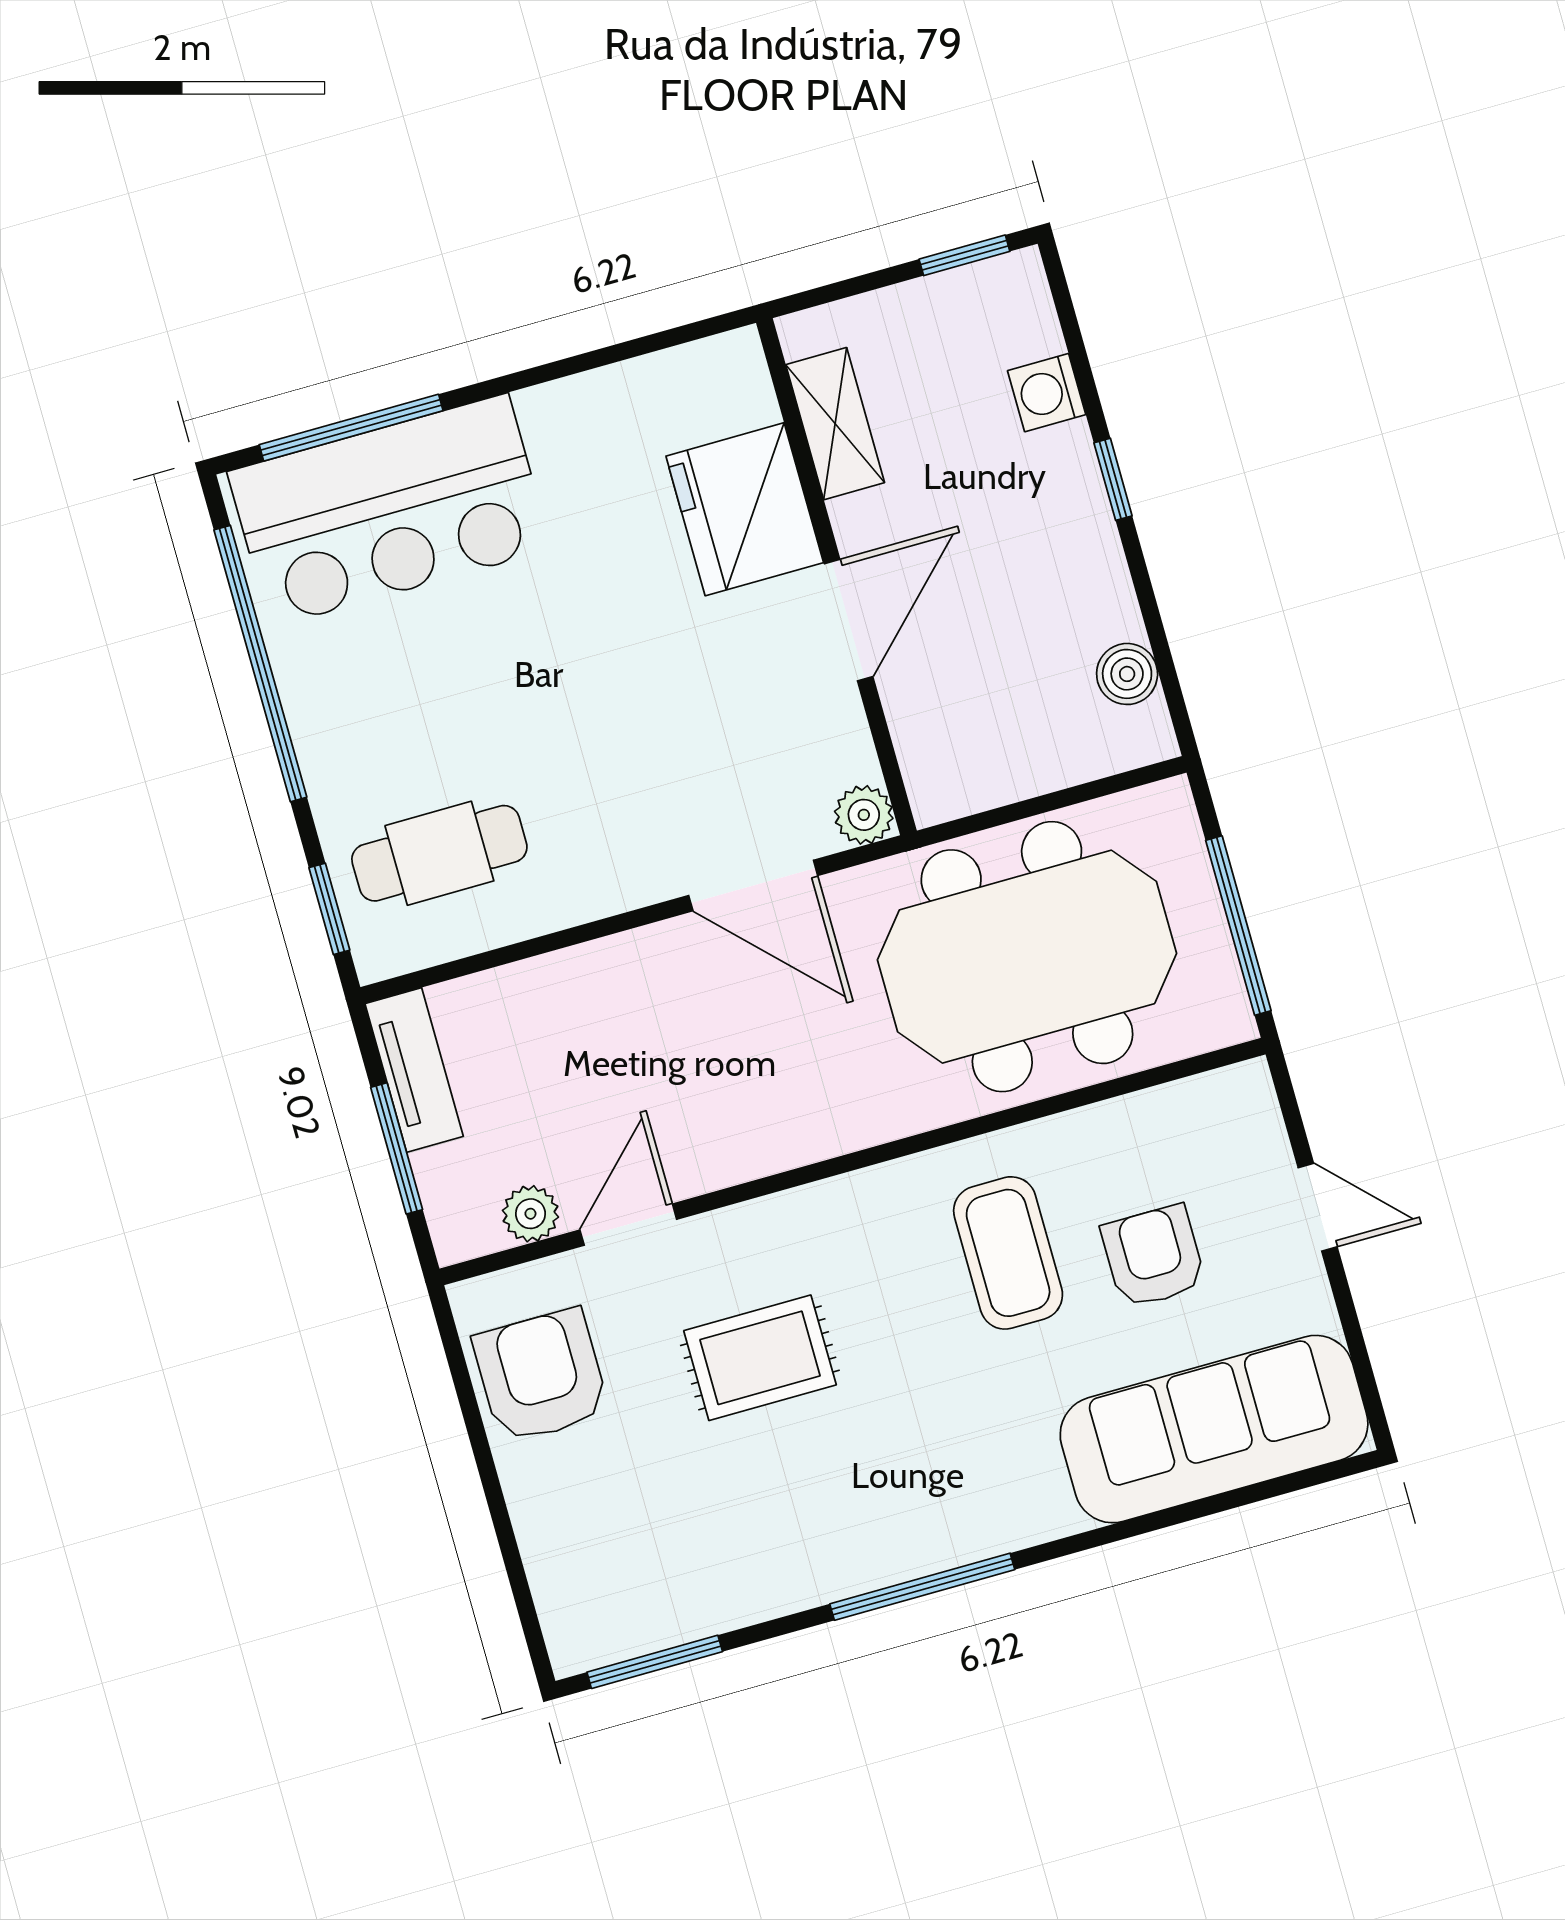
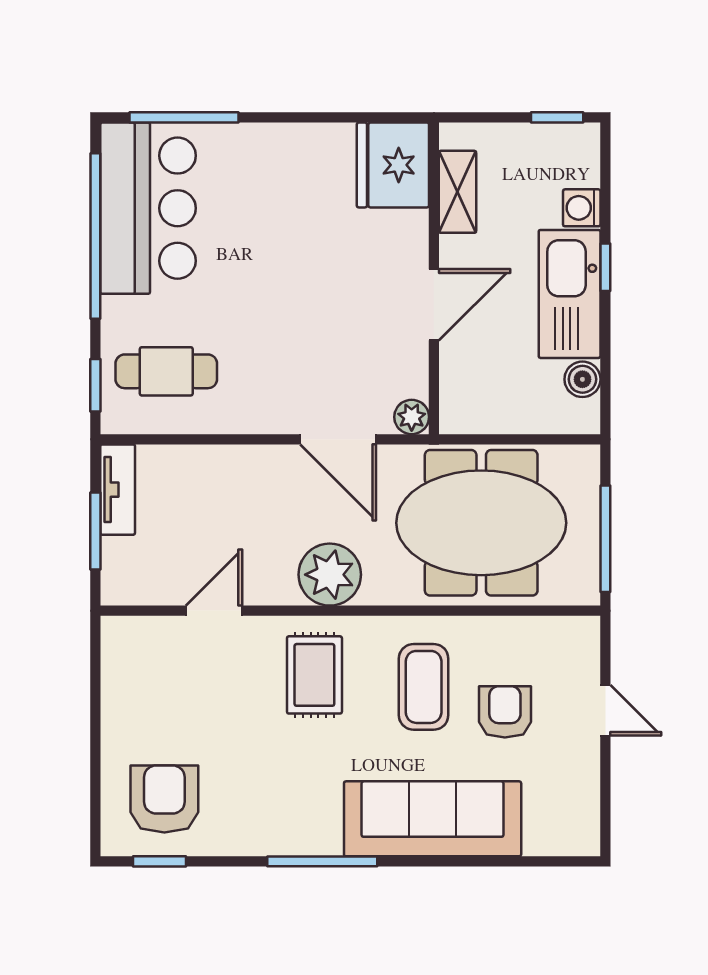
fridge: (745, 509) -> (393, 165), moved
bar counter: (389, 510) -> (148, 208), moved, turned -90
kitchen sink: (1066, 540) -> (570, 294), added
plant: (530, 1214) -> (330, 575), moved, width x1.88, depth x1.88
rug: (760, 1358) -> (314, 675), moved, turned 90
armchair: (541, 1376) -> (164, 799), moved
sofa: (1214, 1429) -> (433, 819), moved
window: (655, 1662) -> (159, 861), width x0.67

